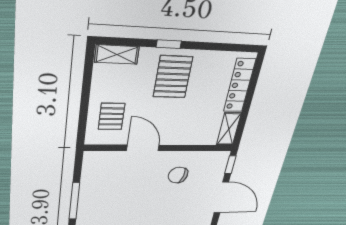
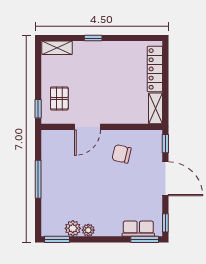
pallet: (173, 77) -> (101, 64), removed
window: (82, 128) -> (38, 109), added
door: (143, 148) -> (88, 127), swing flipped

